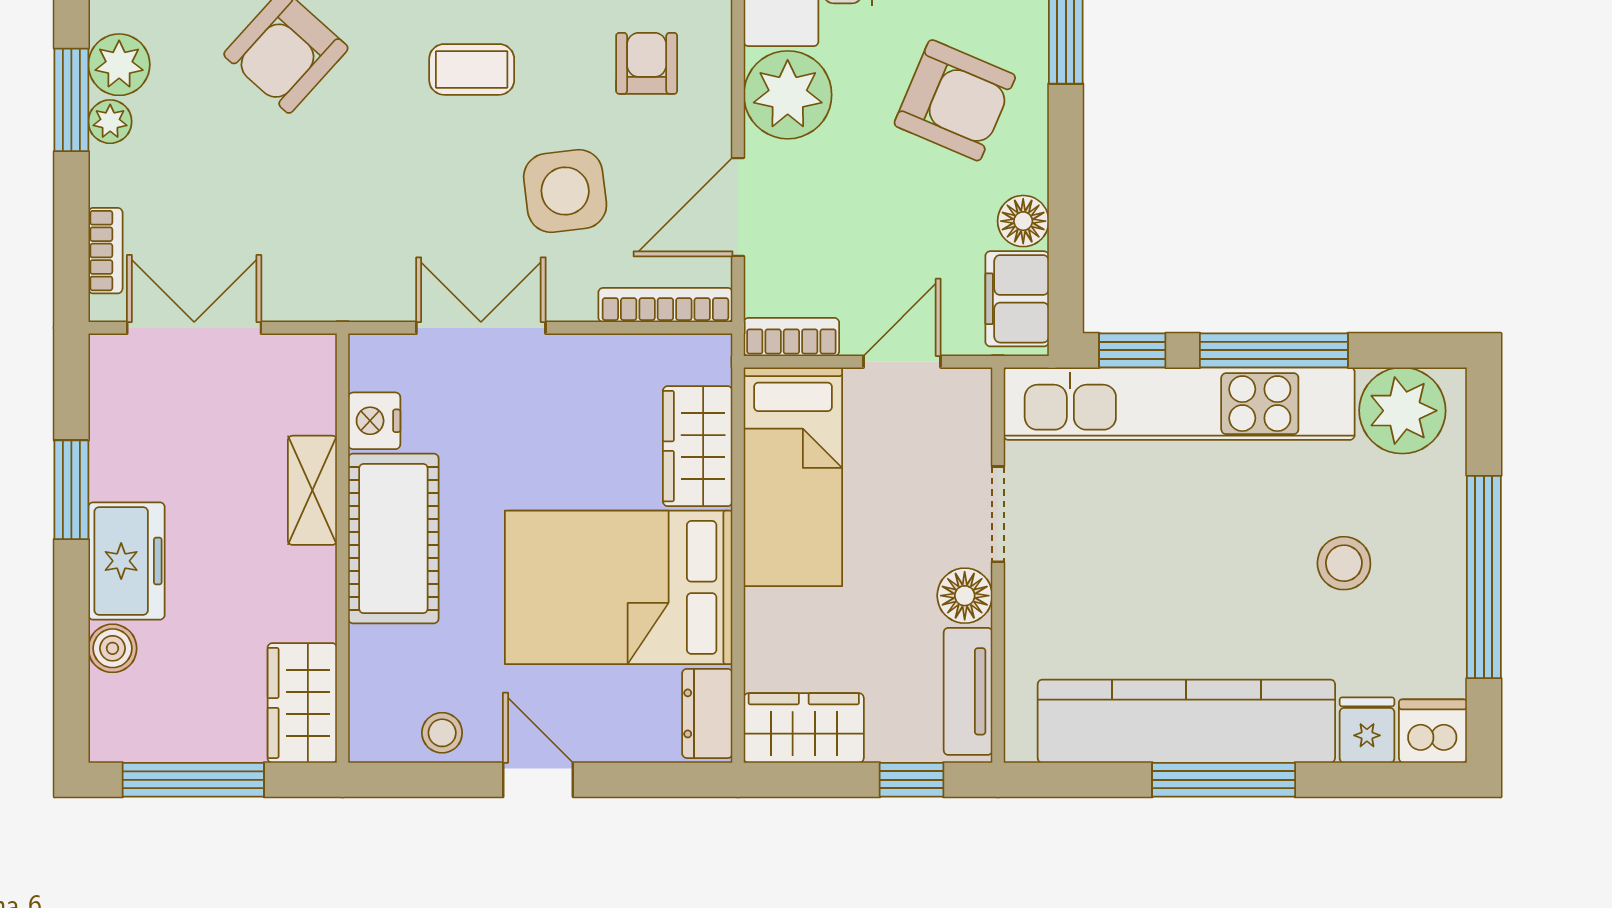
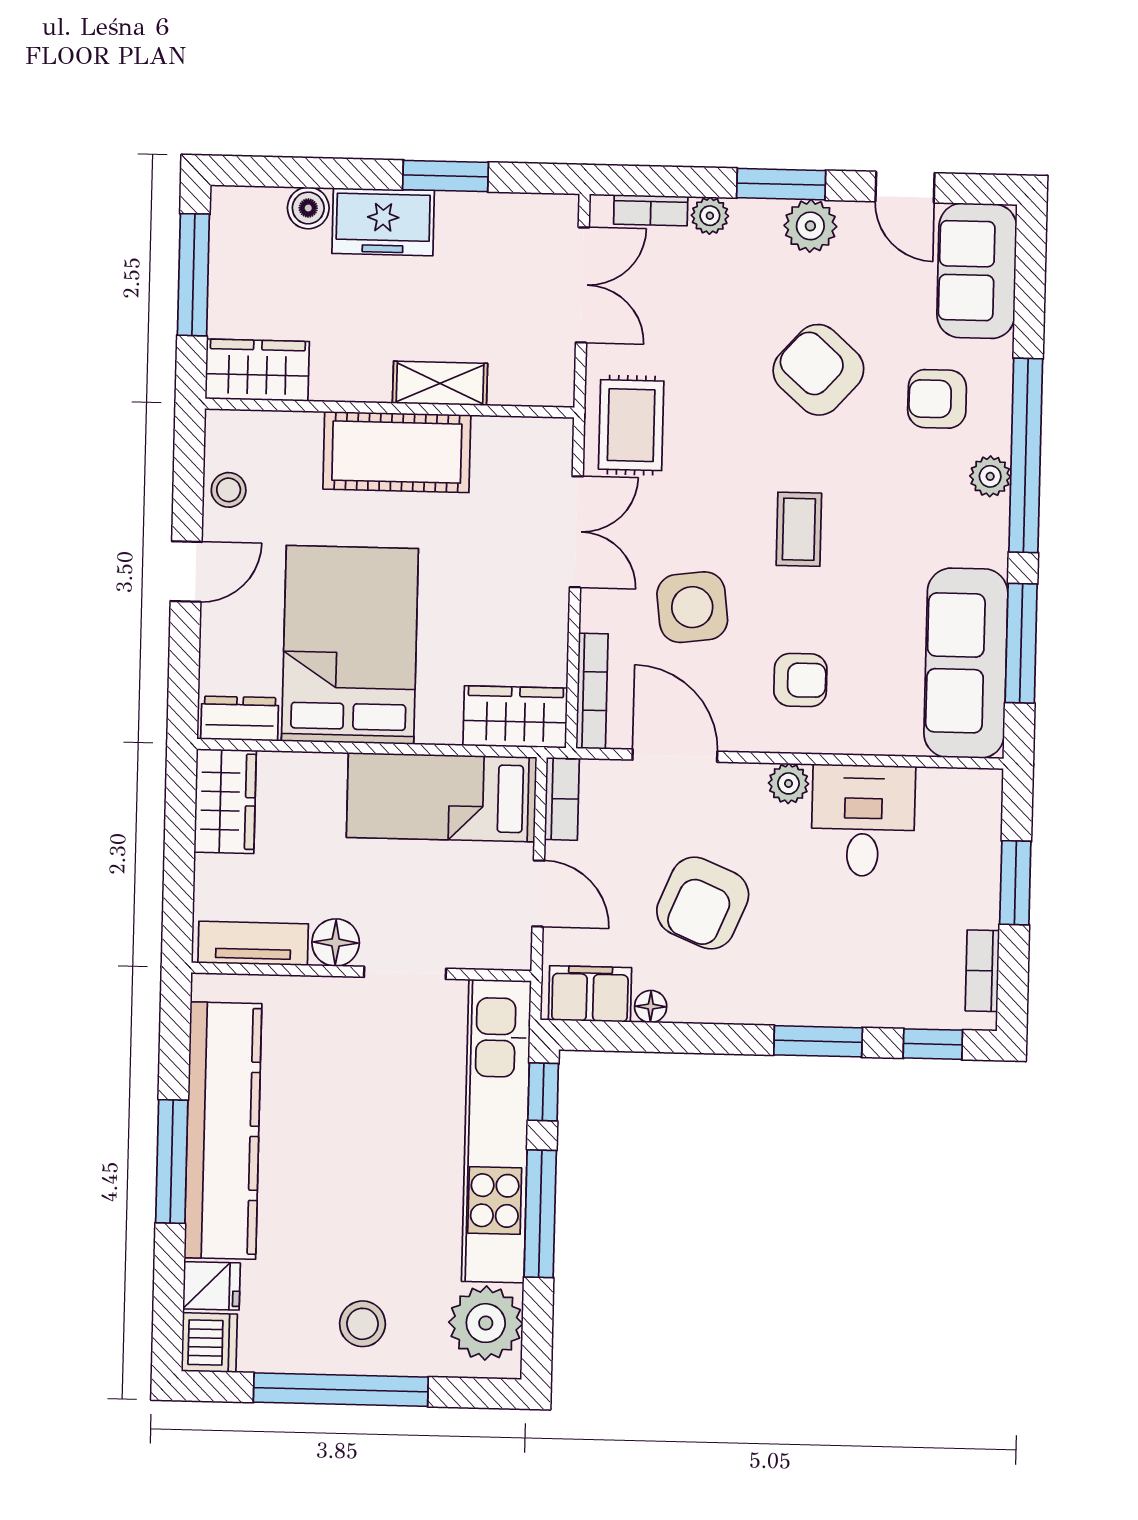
plant: (788, 95) -> (789, 783), width x0.53, depth x0.53
armchair: (955, 100) -> (703, 903), moved
plant: (110, 122) -> (710, 216), moved
floor lamp: (1023, 221) -> (651, 1007), width x0.73, depth x0.73
rug: (355, 267) -> (631, 425), added
nightstand: (374, 421) -> (499, 438), removed
wardrobe: (698, 446) -> (515, 717), moved
stool: (1344, 563) -> (362, 1324), moved
window: (912, 780) -> (178, 893), removed

